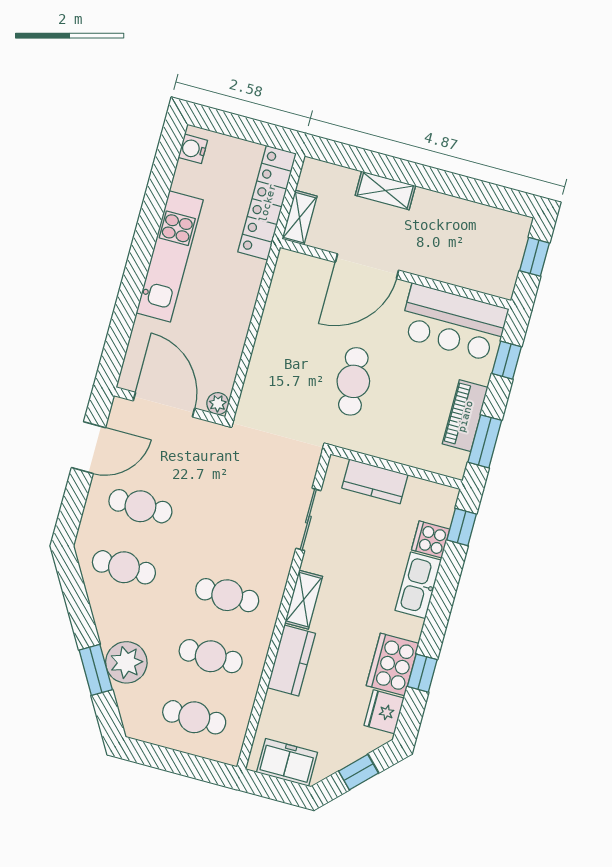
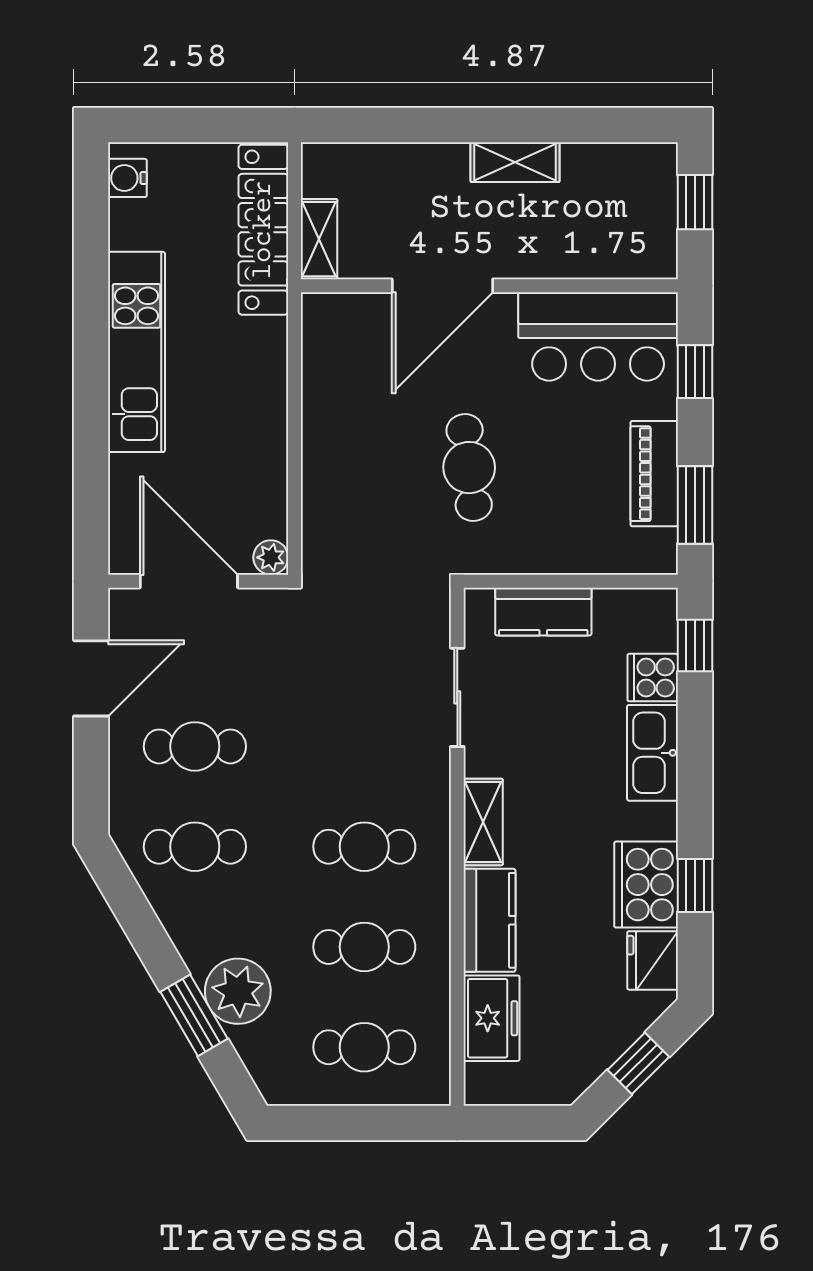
shelving: (385, 191) -> (515, 162), moved
freezer: (287, 762) -> (492, 1018), moved, turned 90

